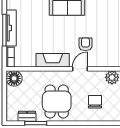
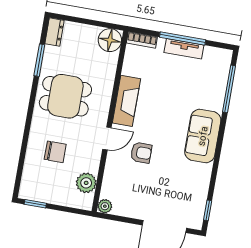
tv unit: (11, 28) -> (184, 49), width x0.71
door: (80, 69) -> (107, 138), hinge flipped
dresser: (27, 116) -> (55, 32), moved

